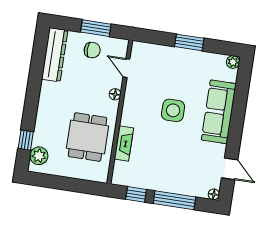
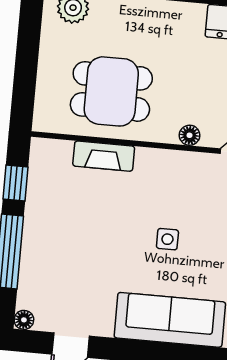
side table: (173, 110) -> (167, 239), width x0.54, depth x0.54

